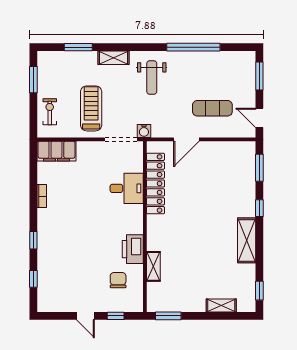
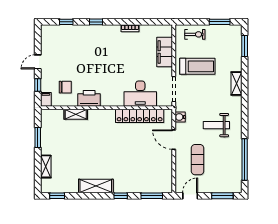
window: (78, 47) -> (245, 46), moved
window: (193, 47) -> (245, 160), moved
weight bench: (152, 78) -> (216, 125), moved
water cooler: (144, 131) -> (180, 117), moved
filing cabinet: (56, 151) -> (165, 52), moved
desk: (127, 188) -> (140, 94), width x1.37
filing cabinet: (134, 305) -> (46, 99), added
window: (168, 316) -> (38, 138), moved

